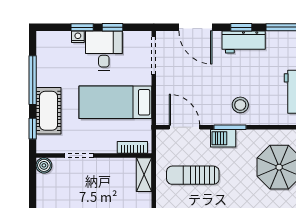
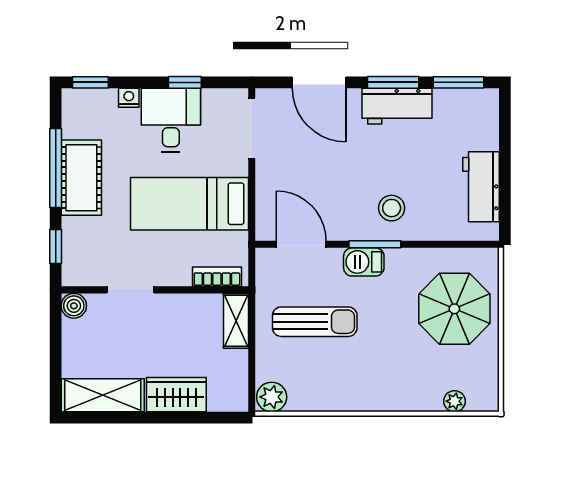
window: (82, 27) -> (90, 82), moved
window: (241, 27) -> (393, 82), width x1.50
cot: (49, 111) -> (81, 178), moved
sun lounger: (193, 175) -> (315, 322), turned 180

